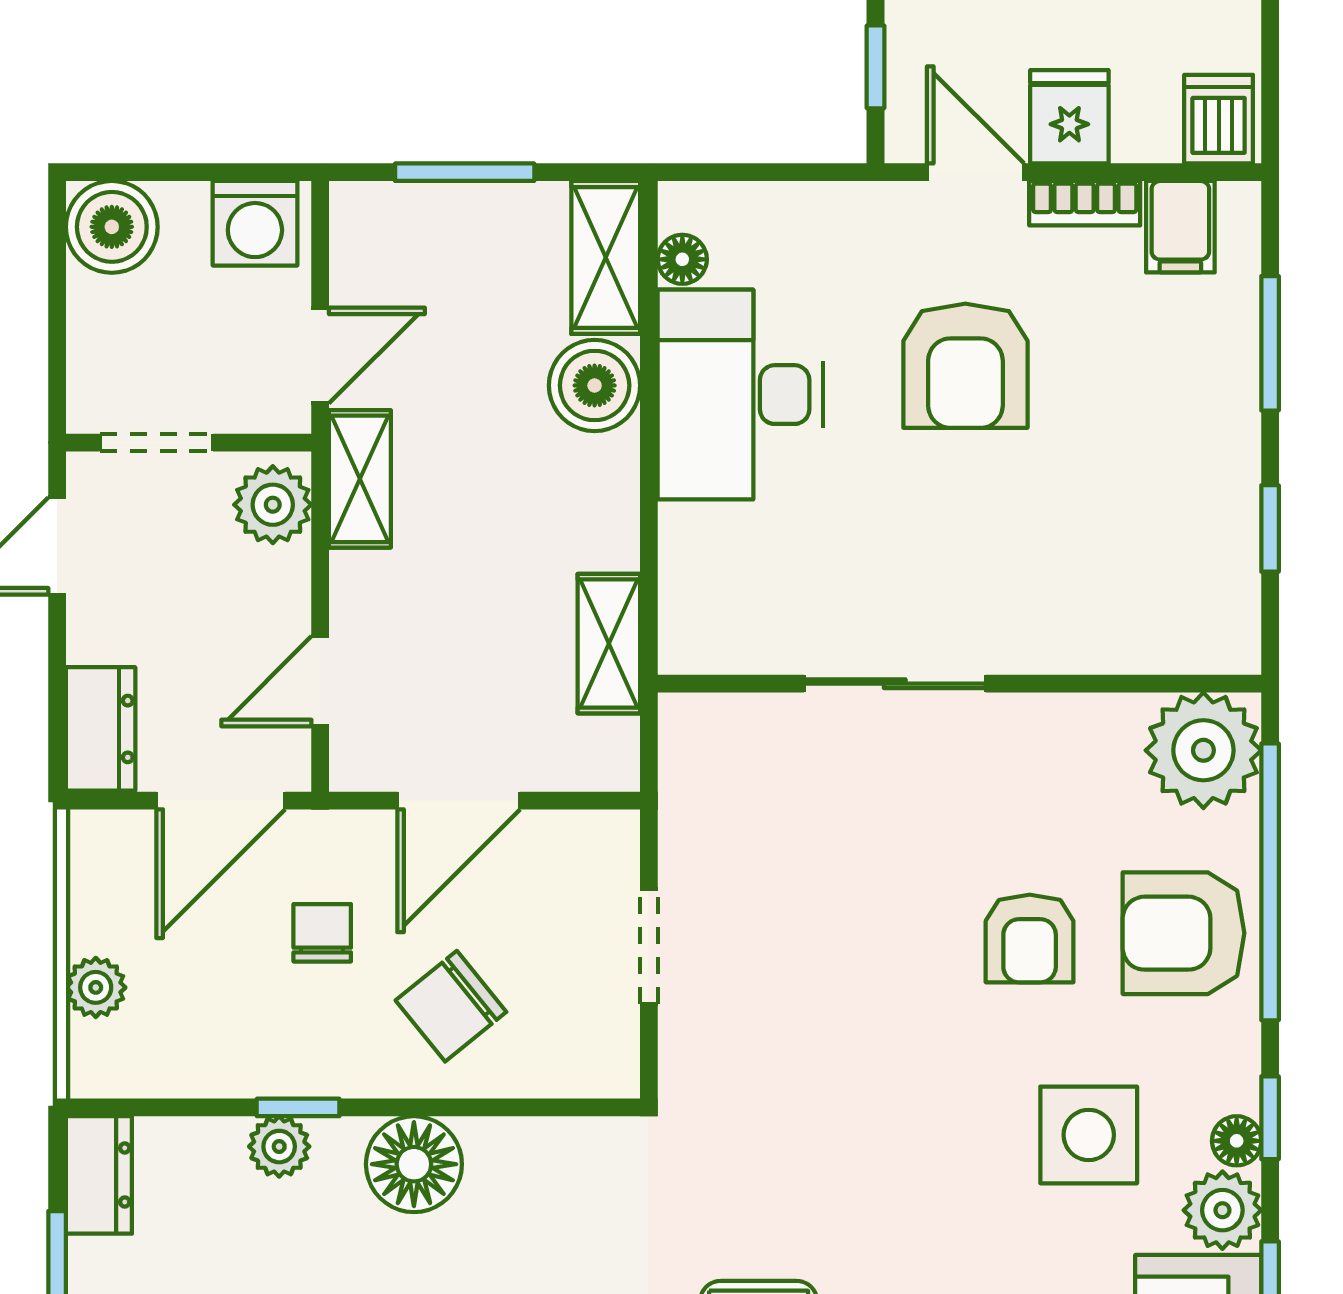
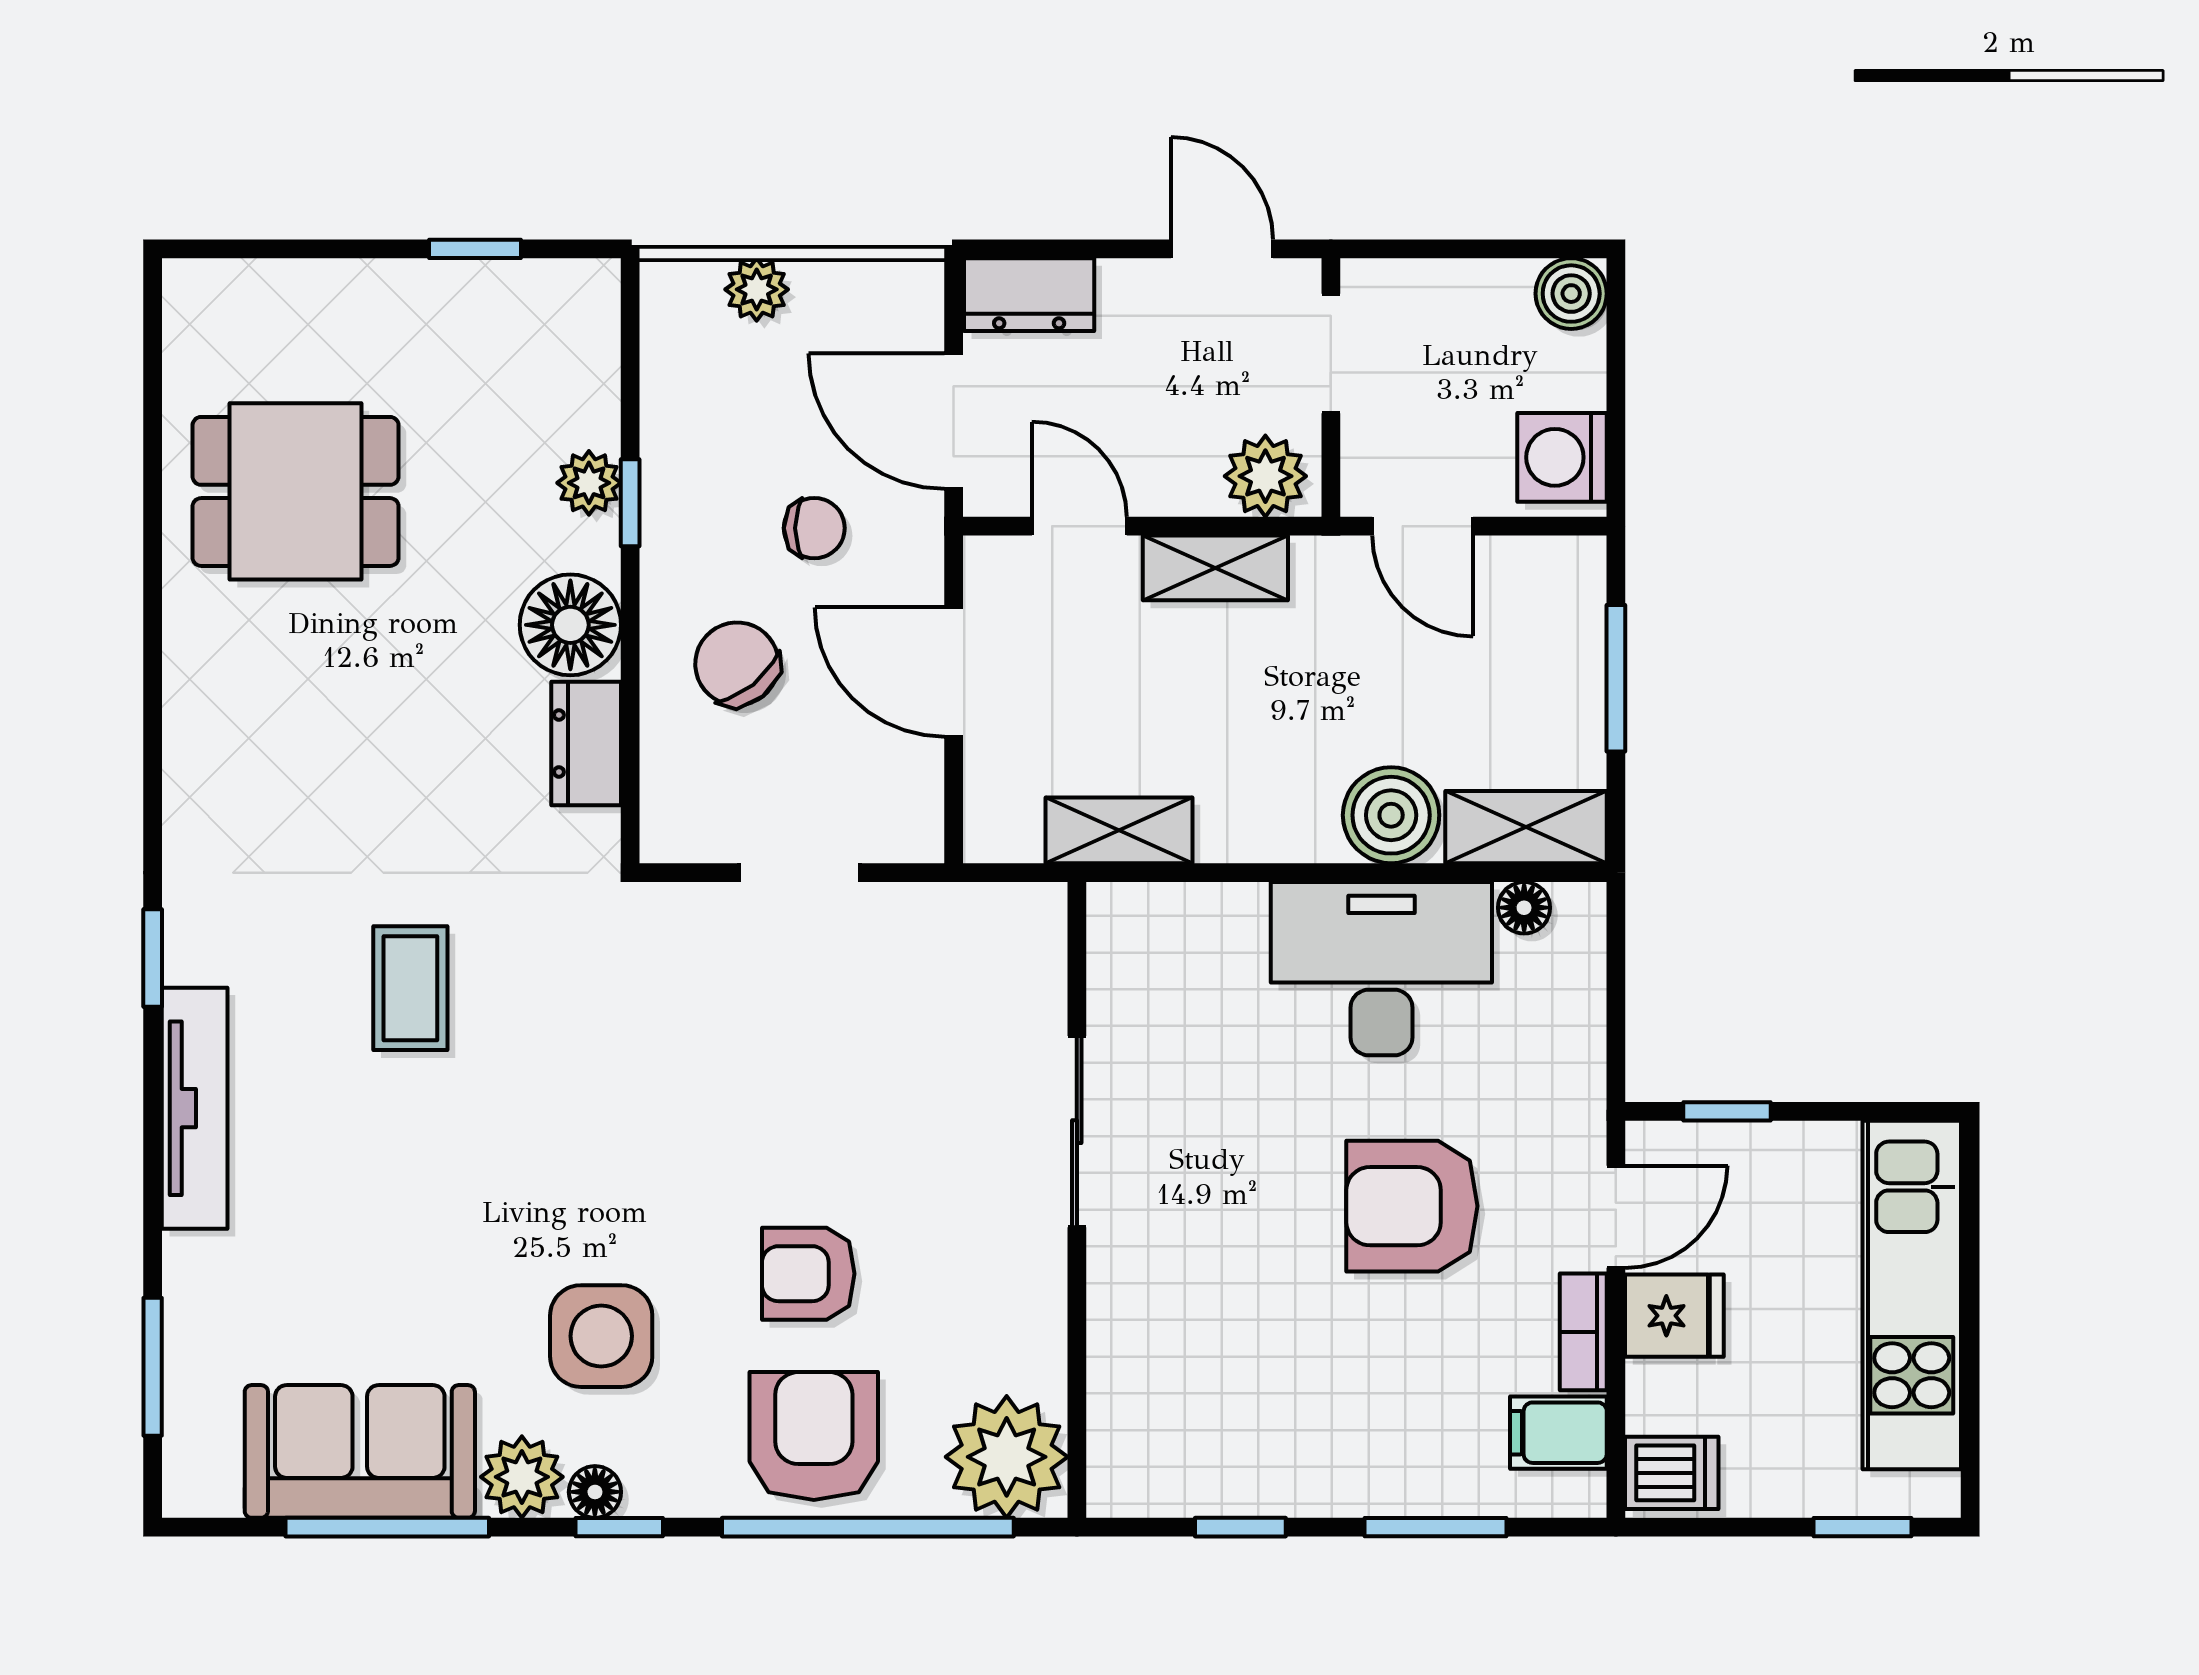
boiler: (112, 227) -> (1571, 294), width x0.73, depth x0.73
shelving: (360, 479) -> (1215, 568), moved
dresser: (99, 1175) -> (586, 743), moved, turned 90

